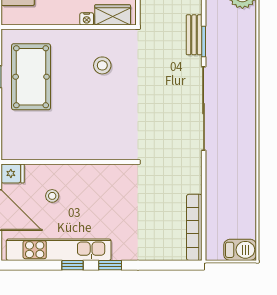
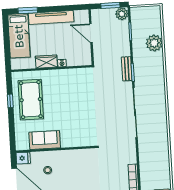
wardrobe: (113, 15) -> (46, 62), moved
stool: (102, 65) -> (73, 90), removed
sofa: (50, 145) -> (45, 140), added

